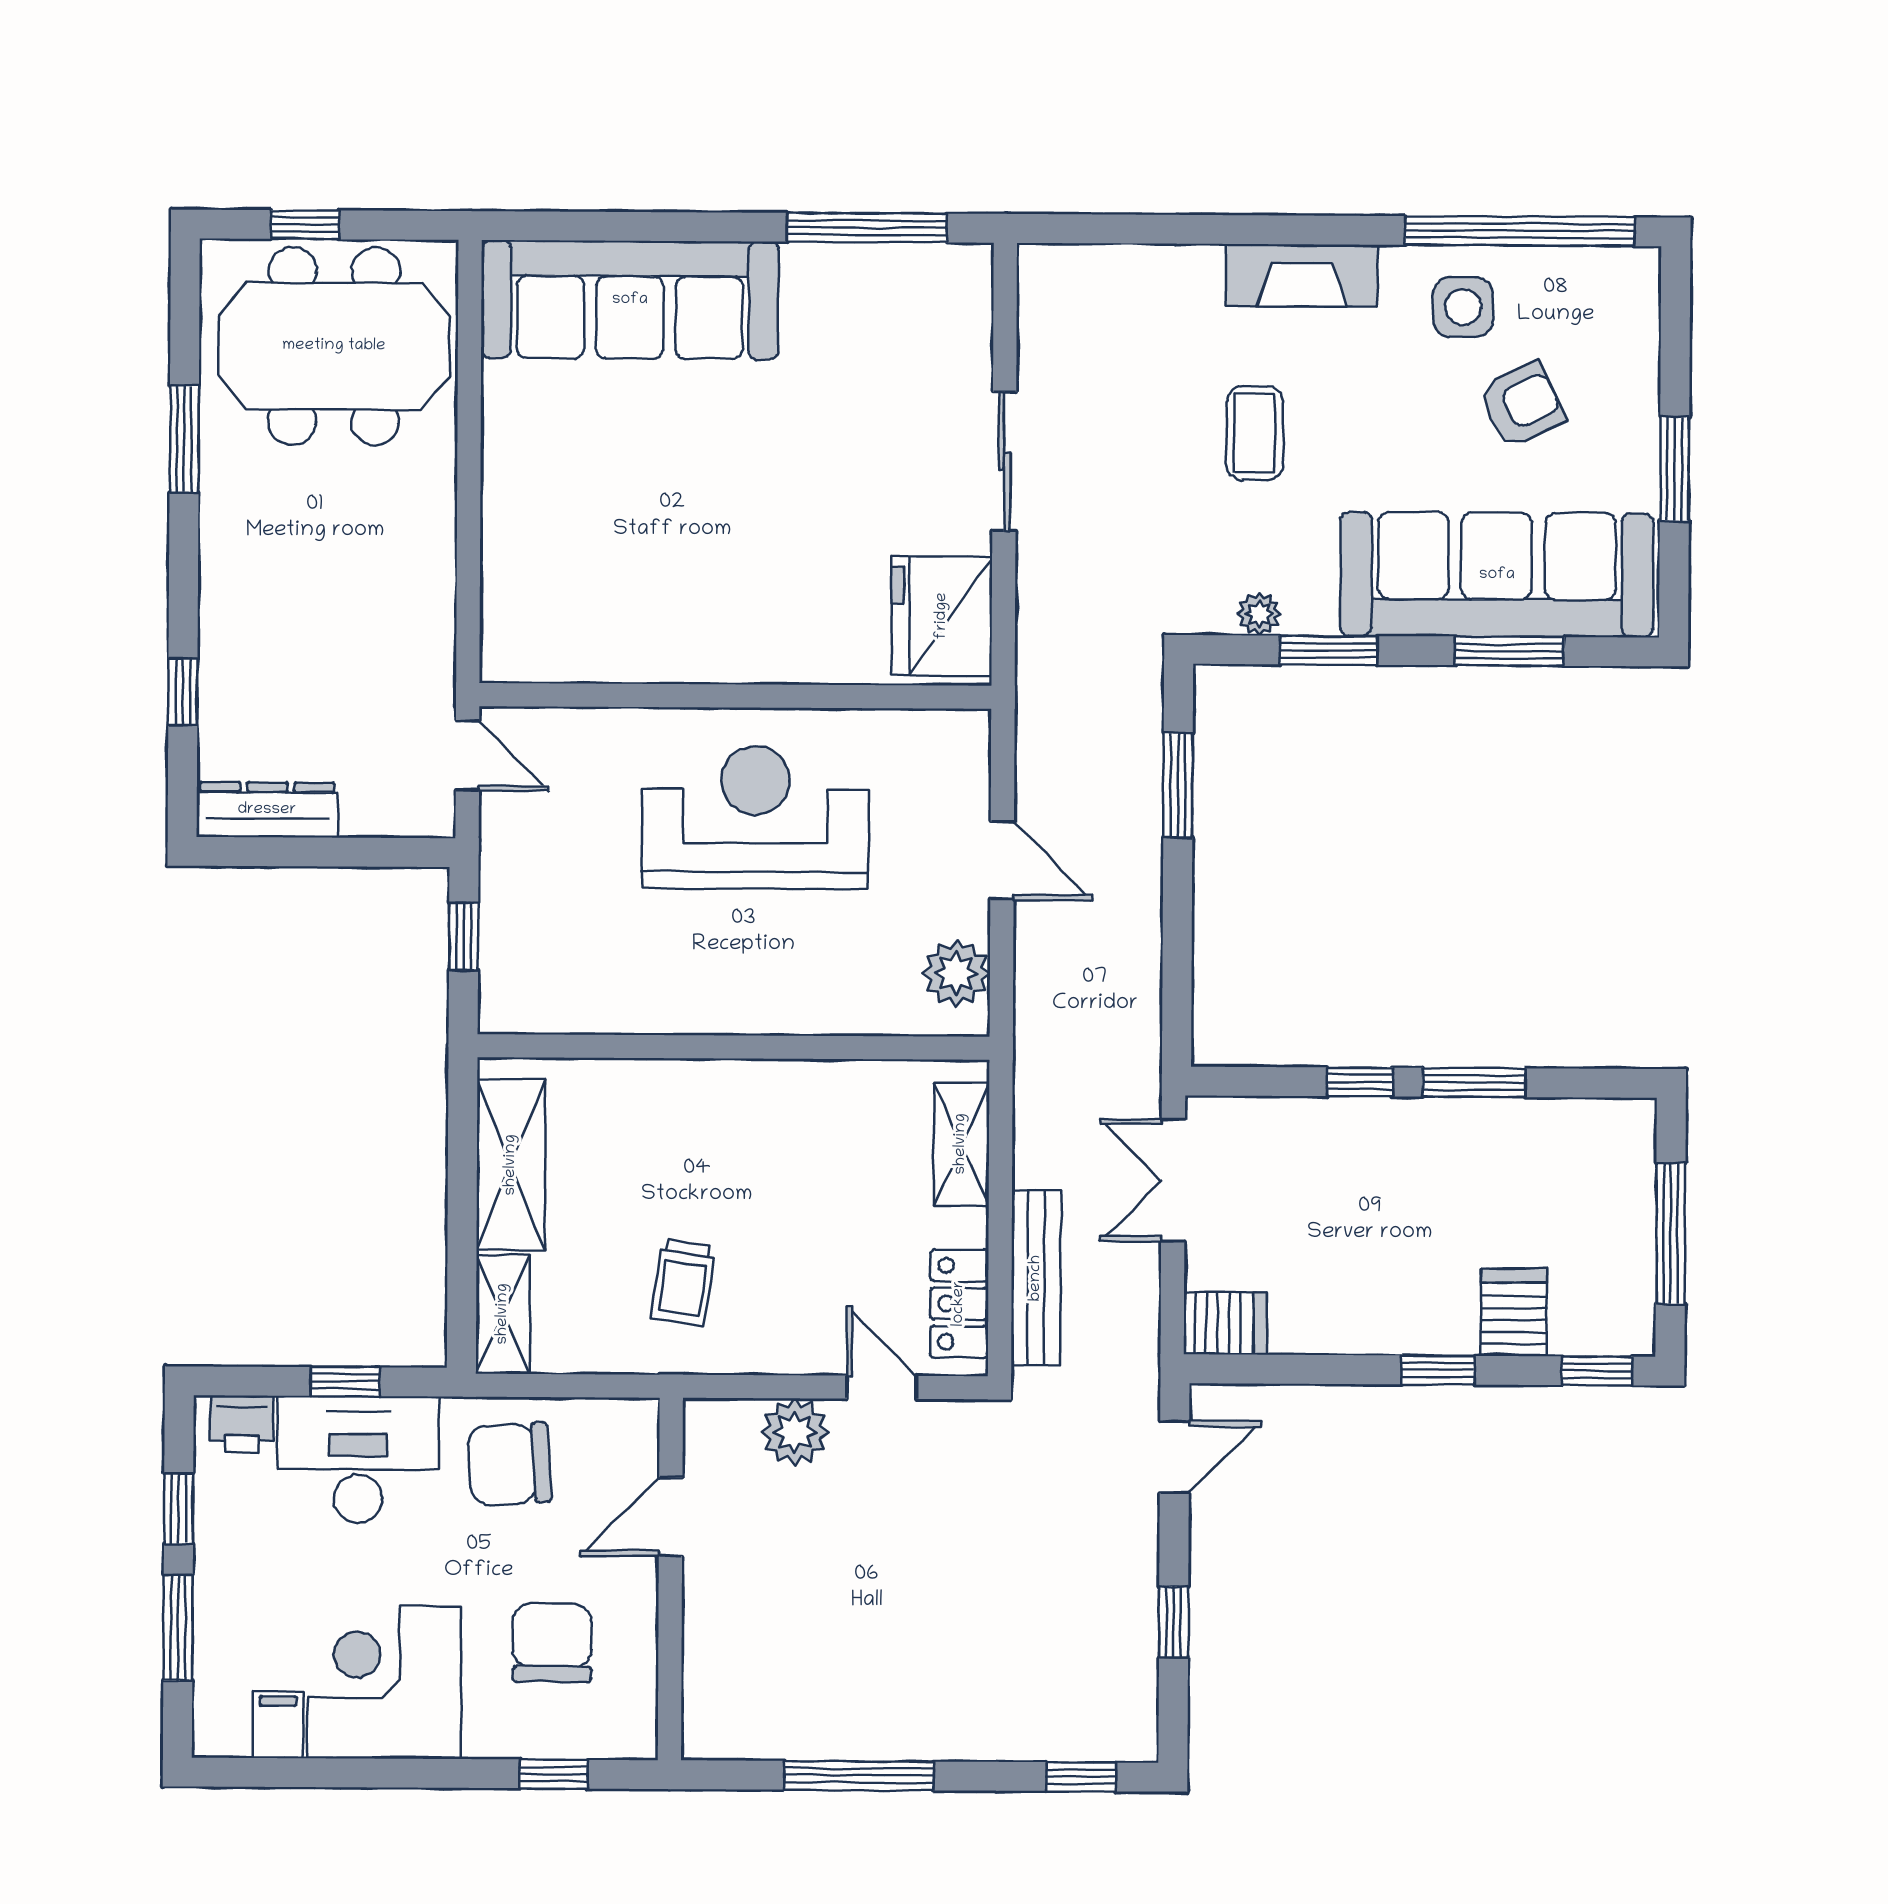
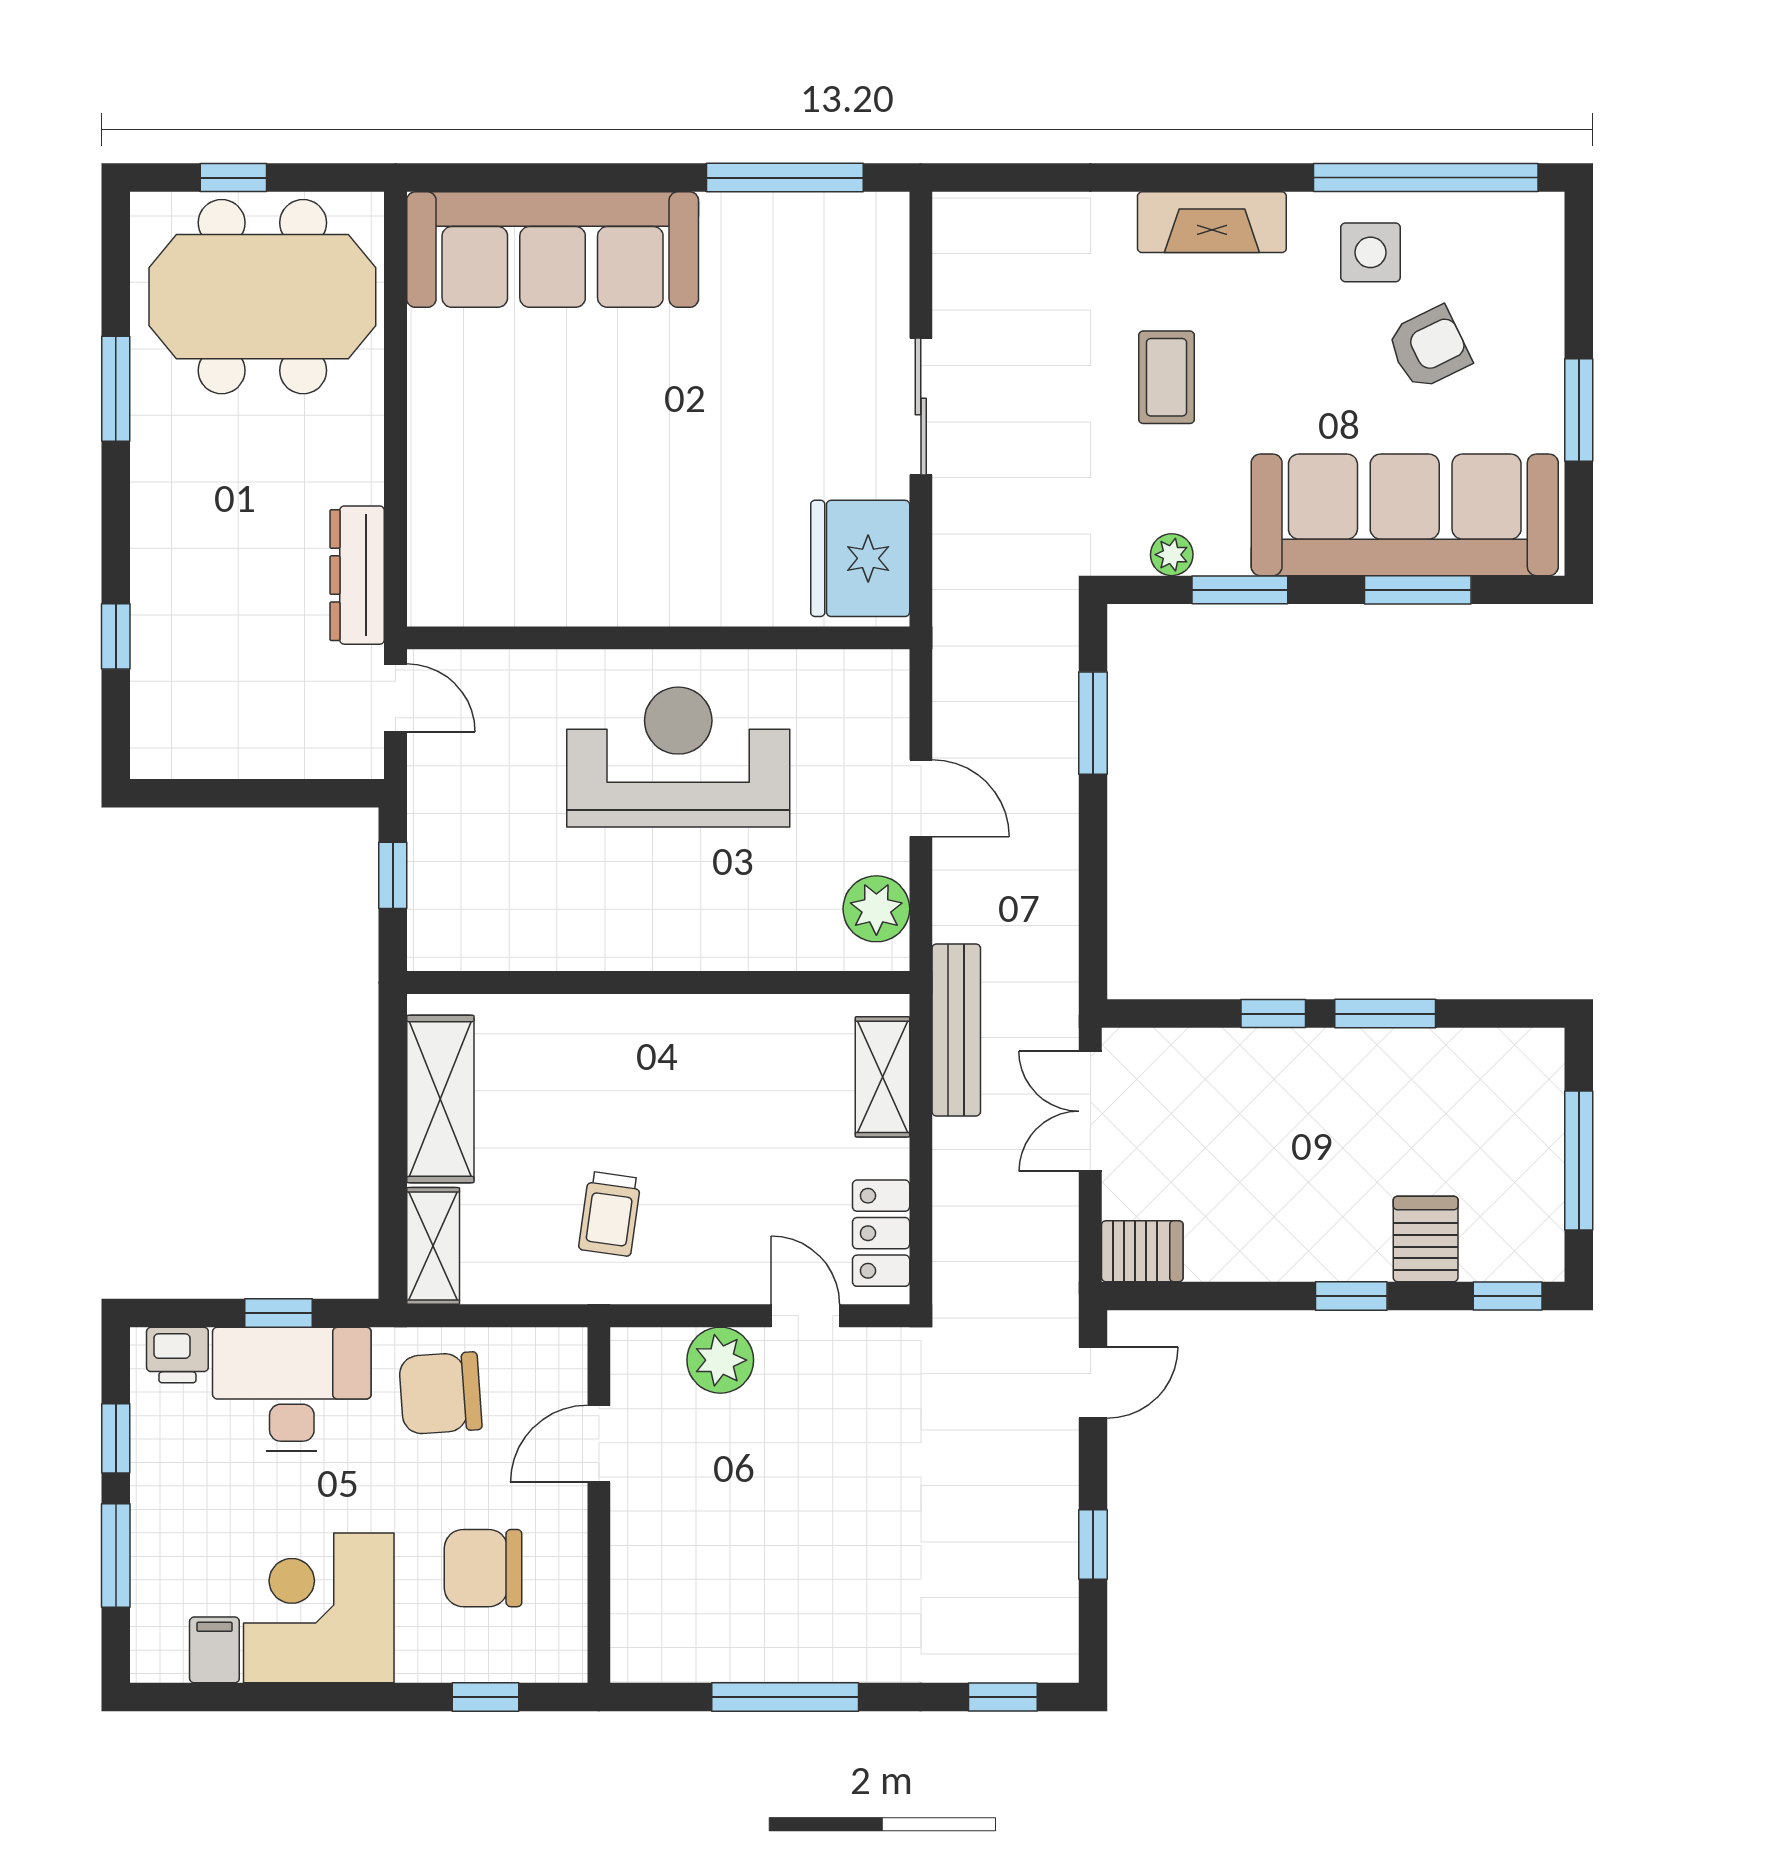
dresser: (267, 810) -> (357, 575), moved, turned -90
bench: (1036, 1278) -> (956, 1030), moved
chair: (552, 1643) -> (483, 1568), turned -90

